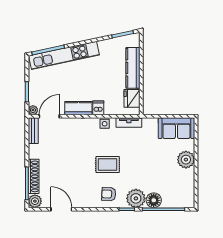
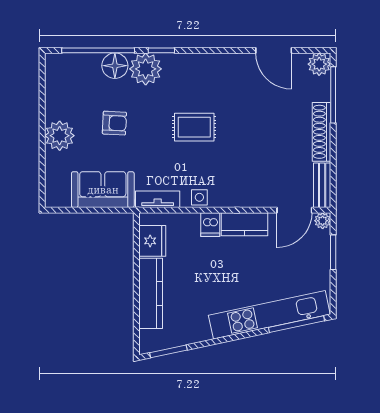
sofa: (176, 128) -> (103, 190), moved
shoe rack: (34, 176) -> (322, 132), moved
armchair: (109, 194) -> (114, 123), moved

